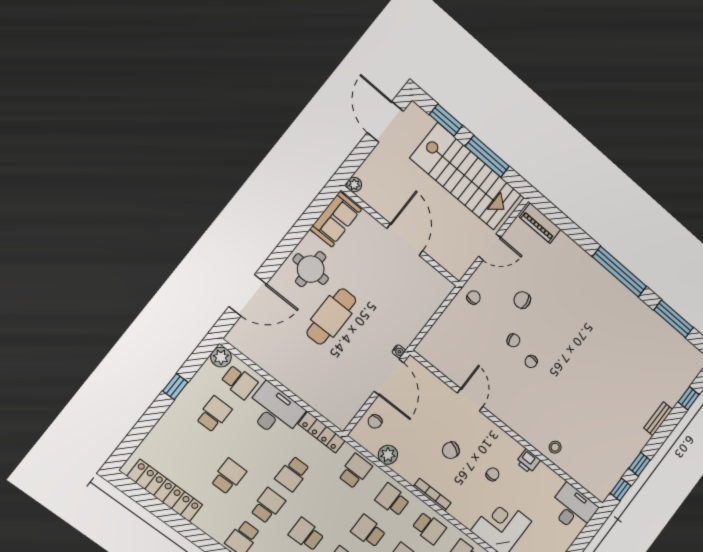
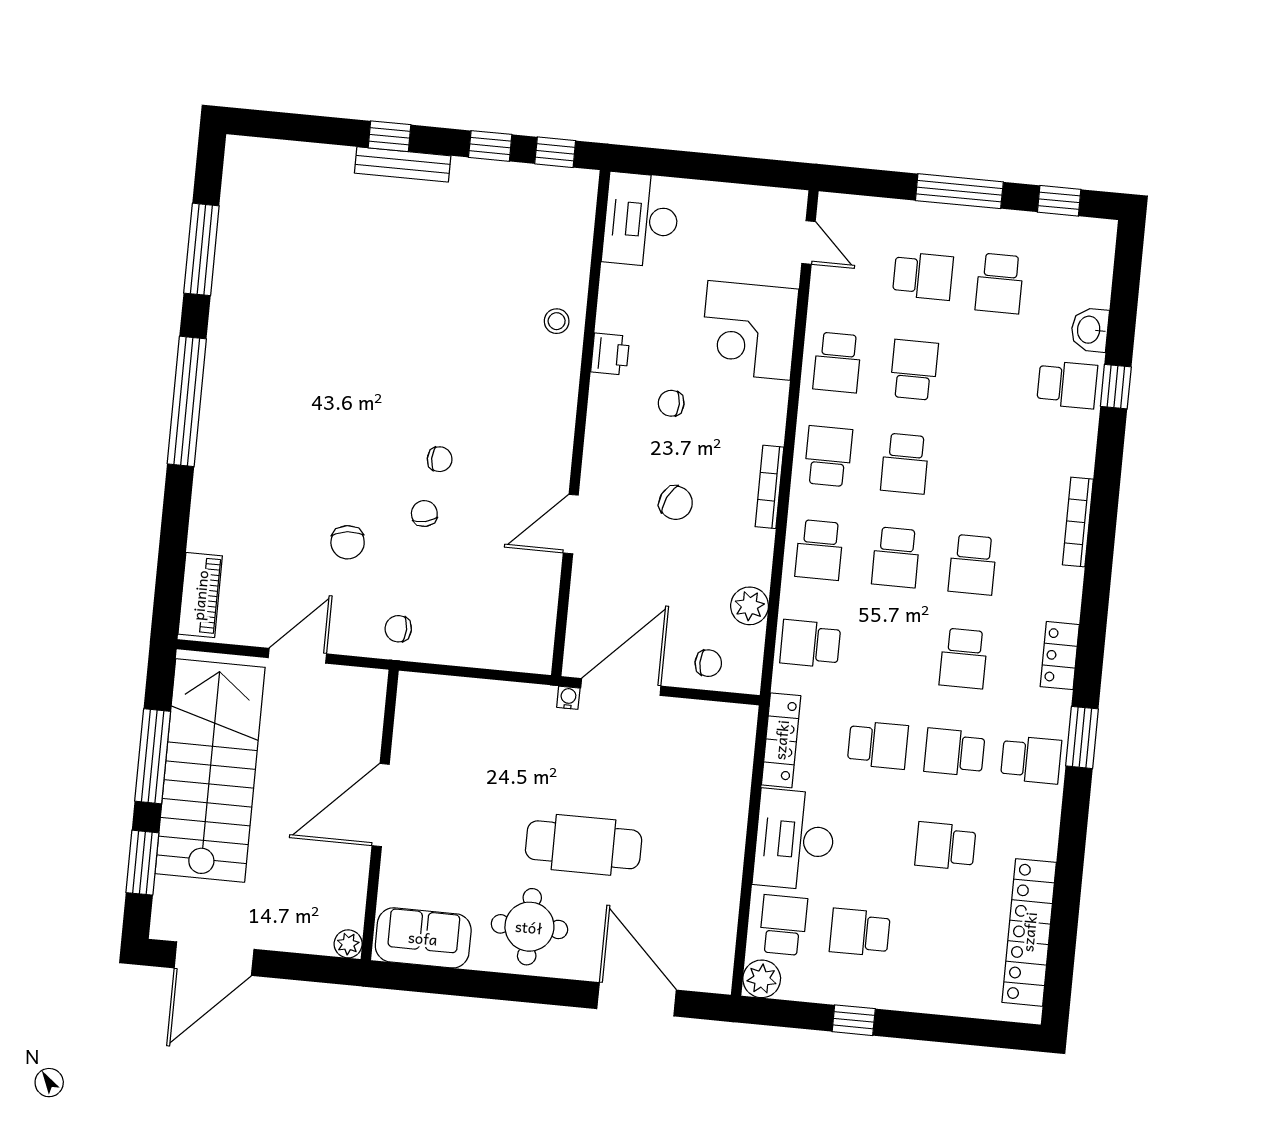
door: (490, 247) -> (297, 656), hinge flipped
window: (689, 398) -> (390, 136), moved
bench: (658, 419) -> (403, 164), width x1.36

